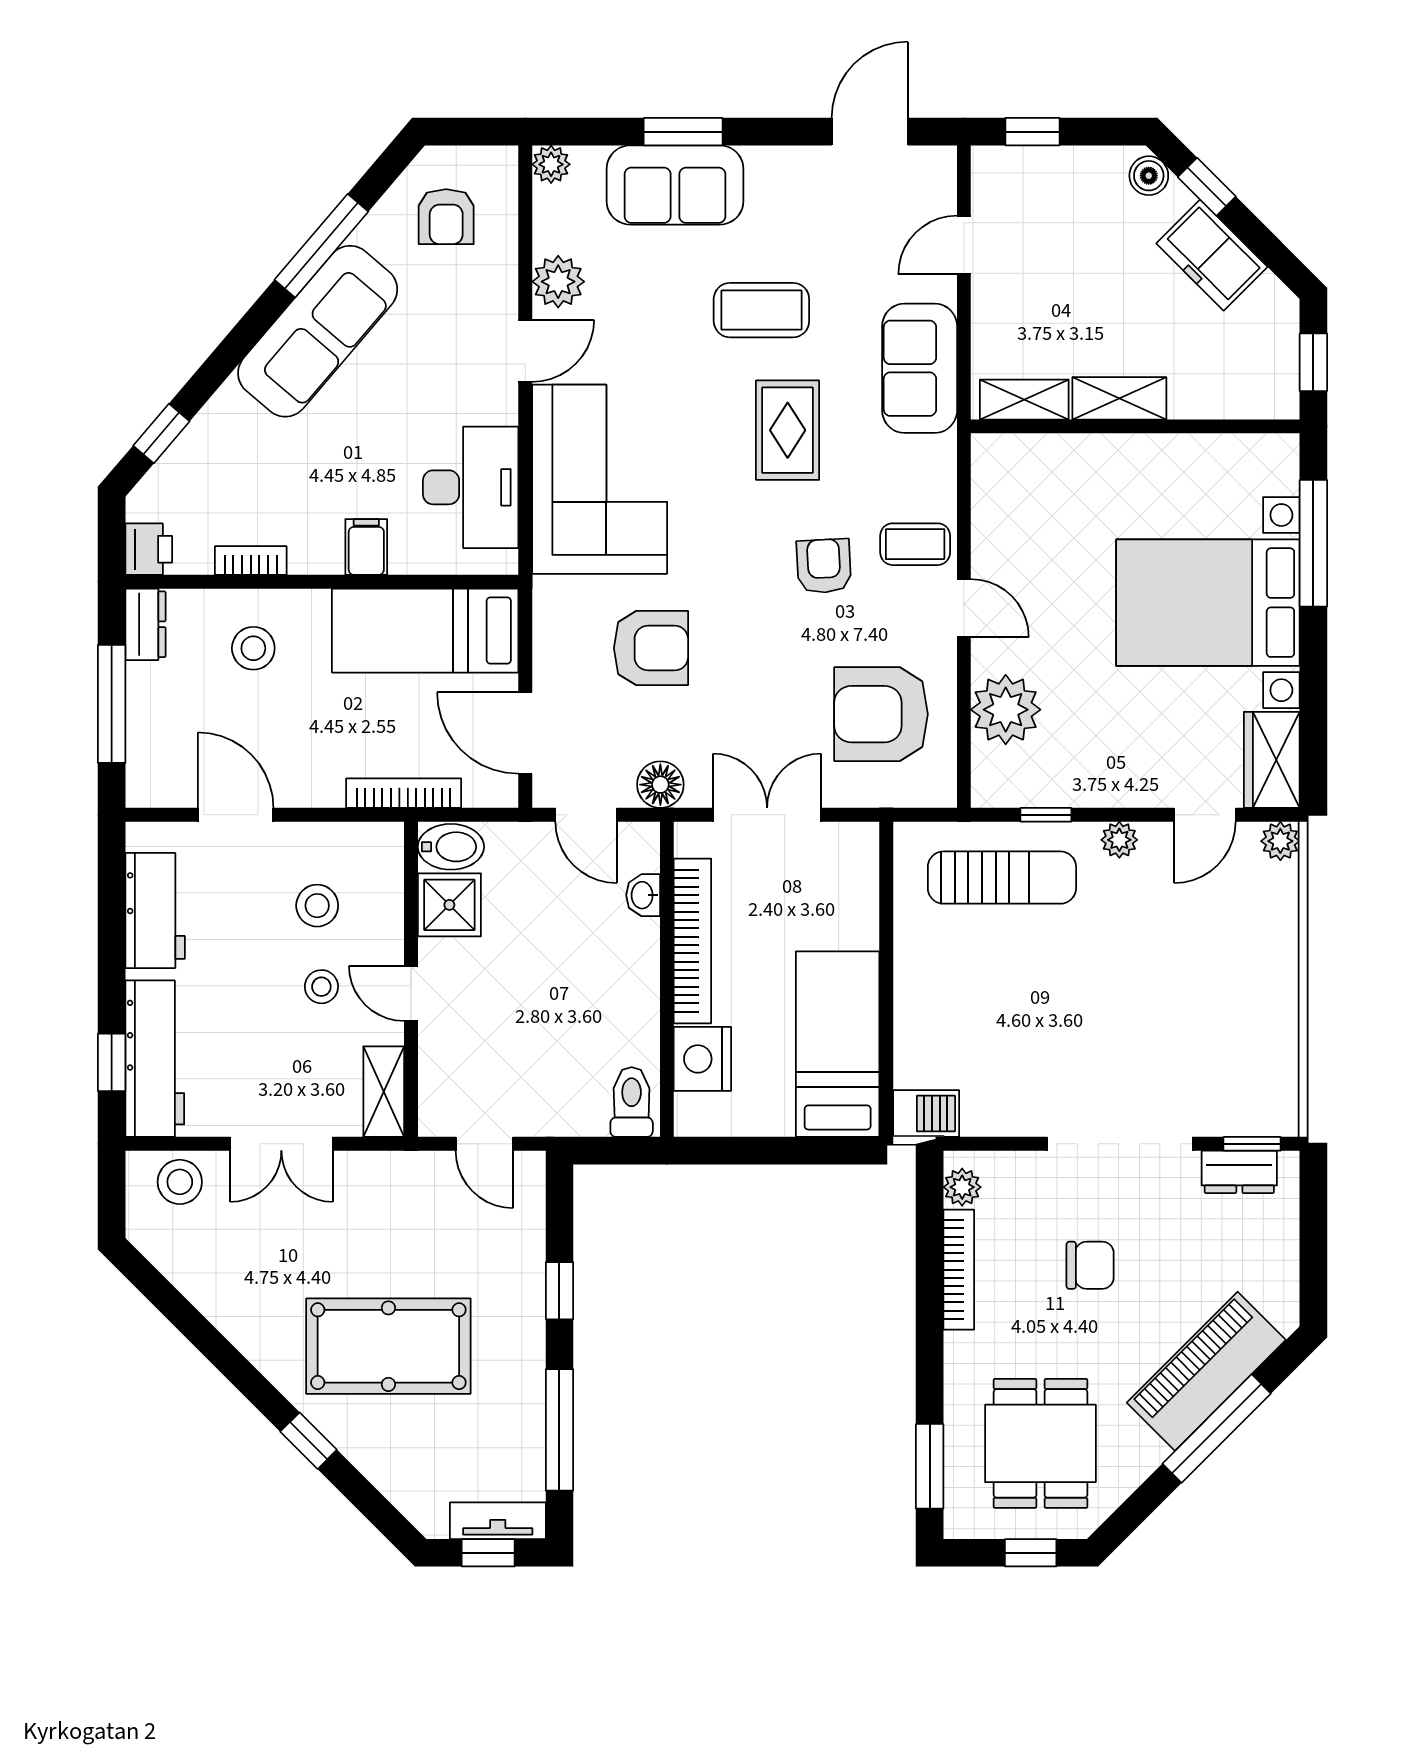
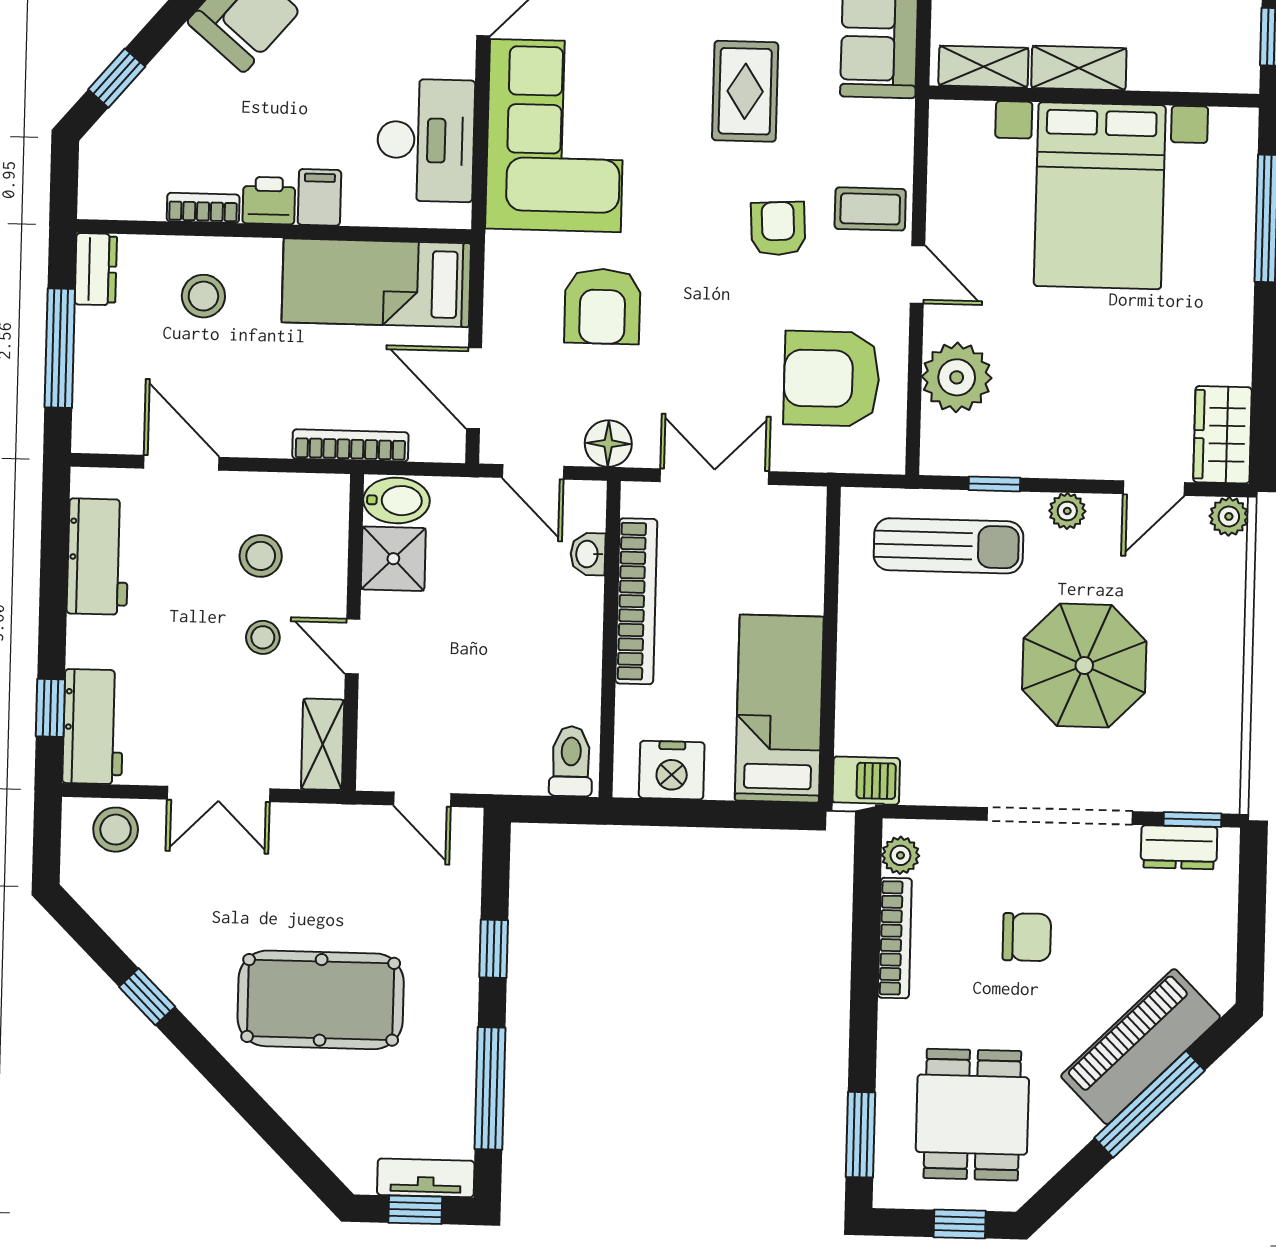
printer: (149, 549) -> (269, 201), moved, turned -90
bed with nightstands: (1208, 603) -> (1100, 196), moved, turned -90
armchair: (651, 648) -> (602, 306), turned 90
parasol: (1140, 993) -> (1084, 666), added
workbench: (155, 1059) -> (93, 727), width x0.73
nightstand: (702, 1059) -> (672, 770), moved, turned -90
window: (309, 1441) -> (147, 997), moved

